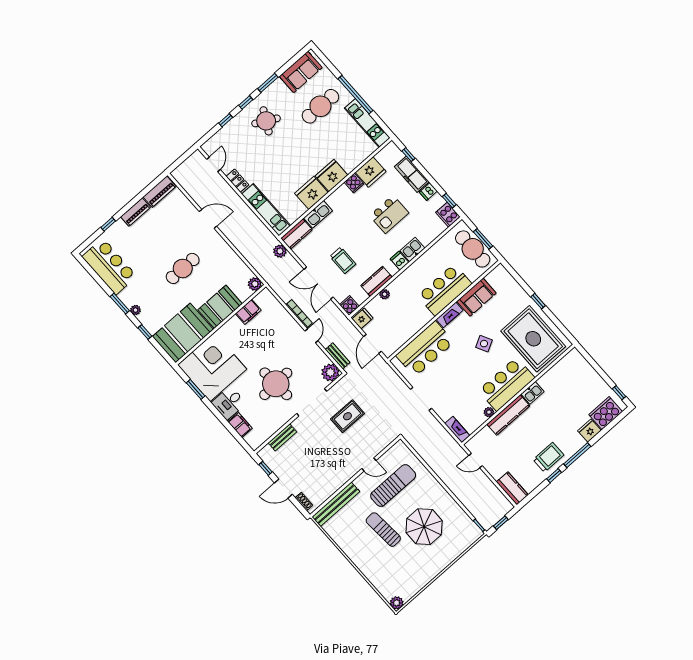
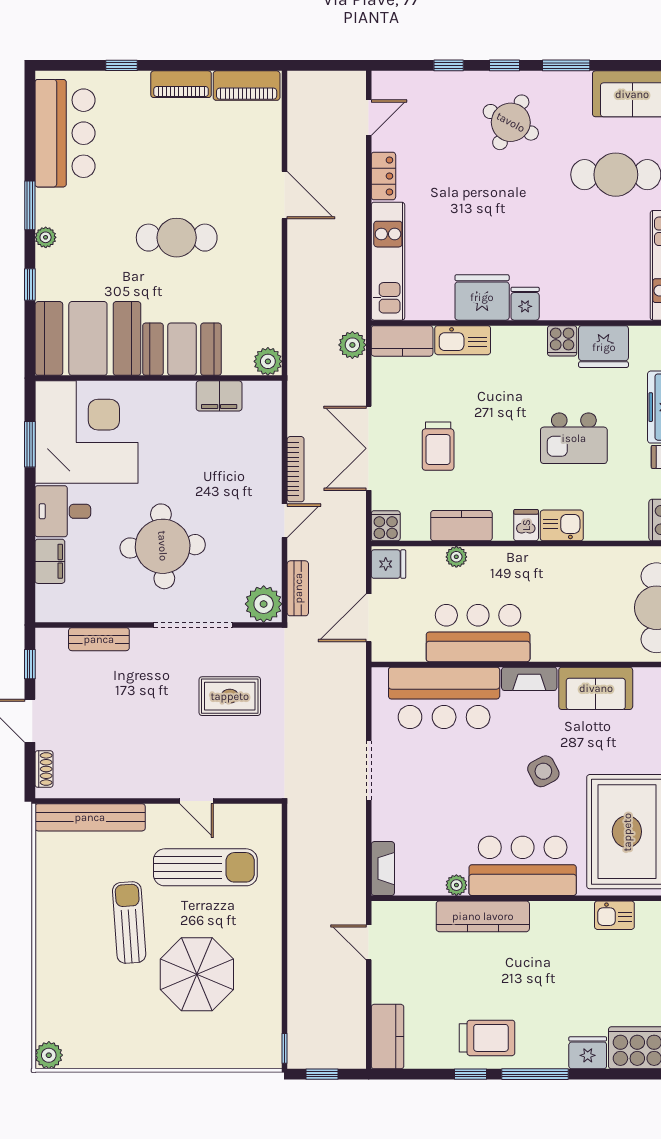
fridge: (331, 176) -> (525, 304), width x0.53, depth x0.75
bar counter: (445, 290) -> (478, 633), moved
kitchen sink: (533, 393) -> (614, 915), moved

